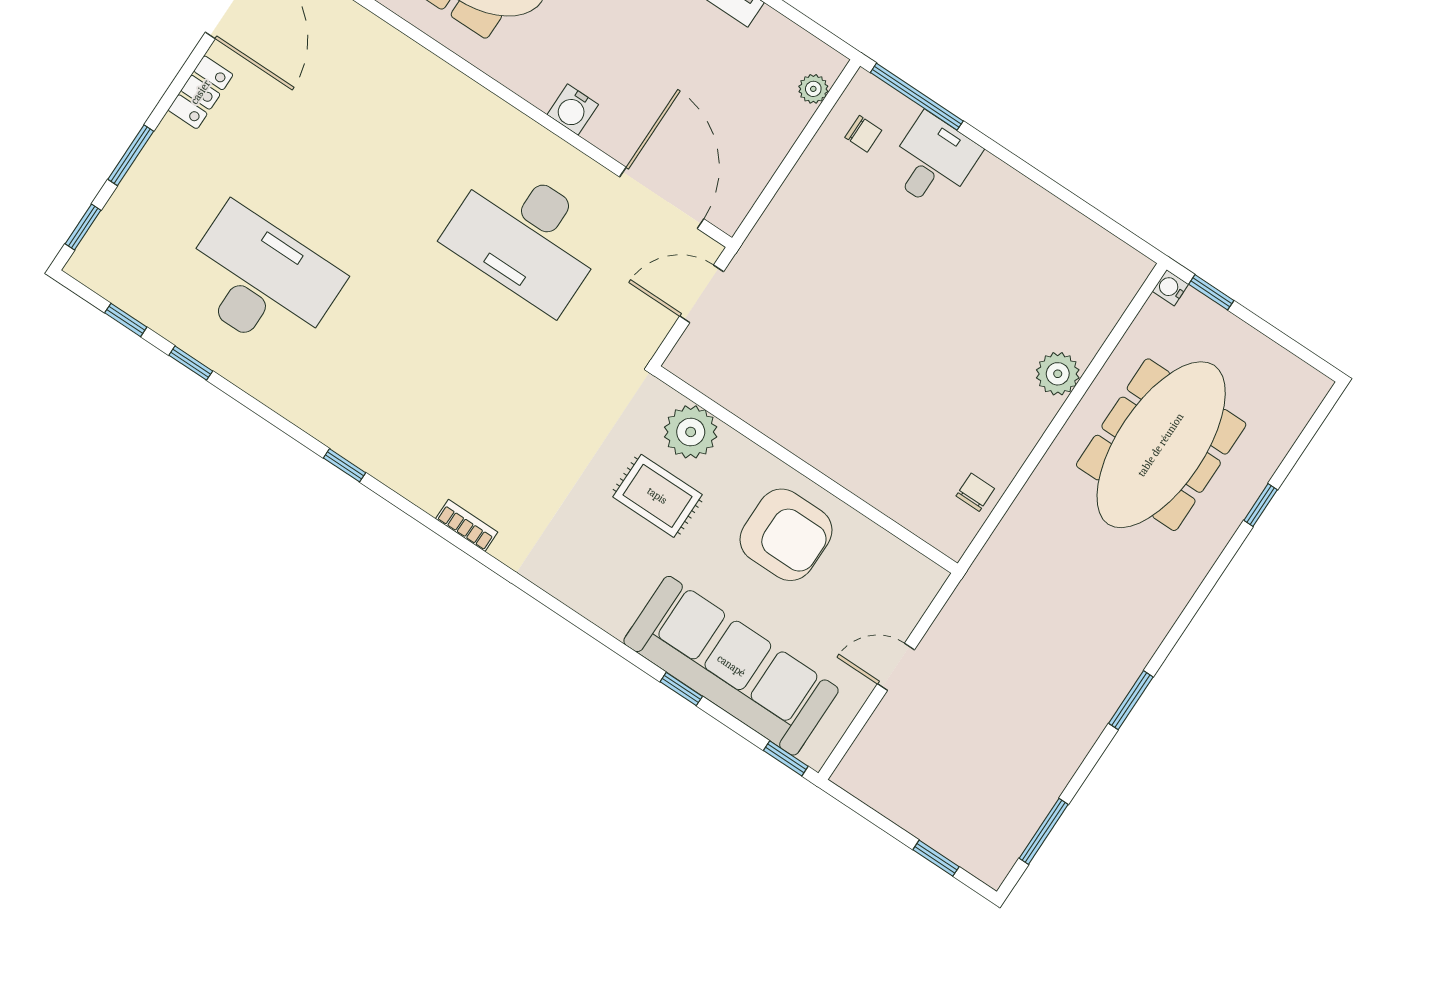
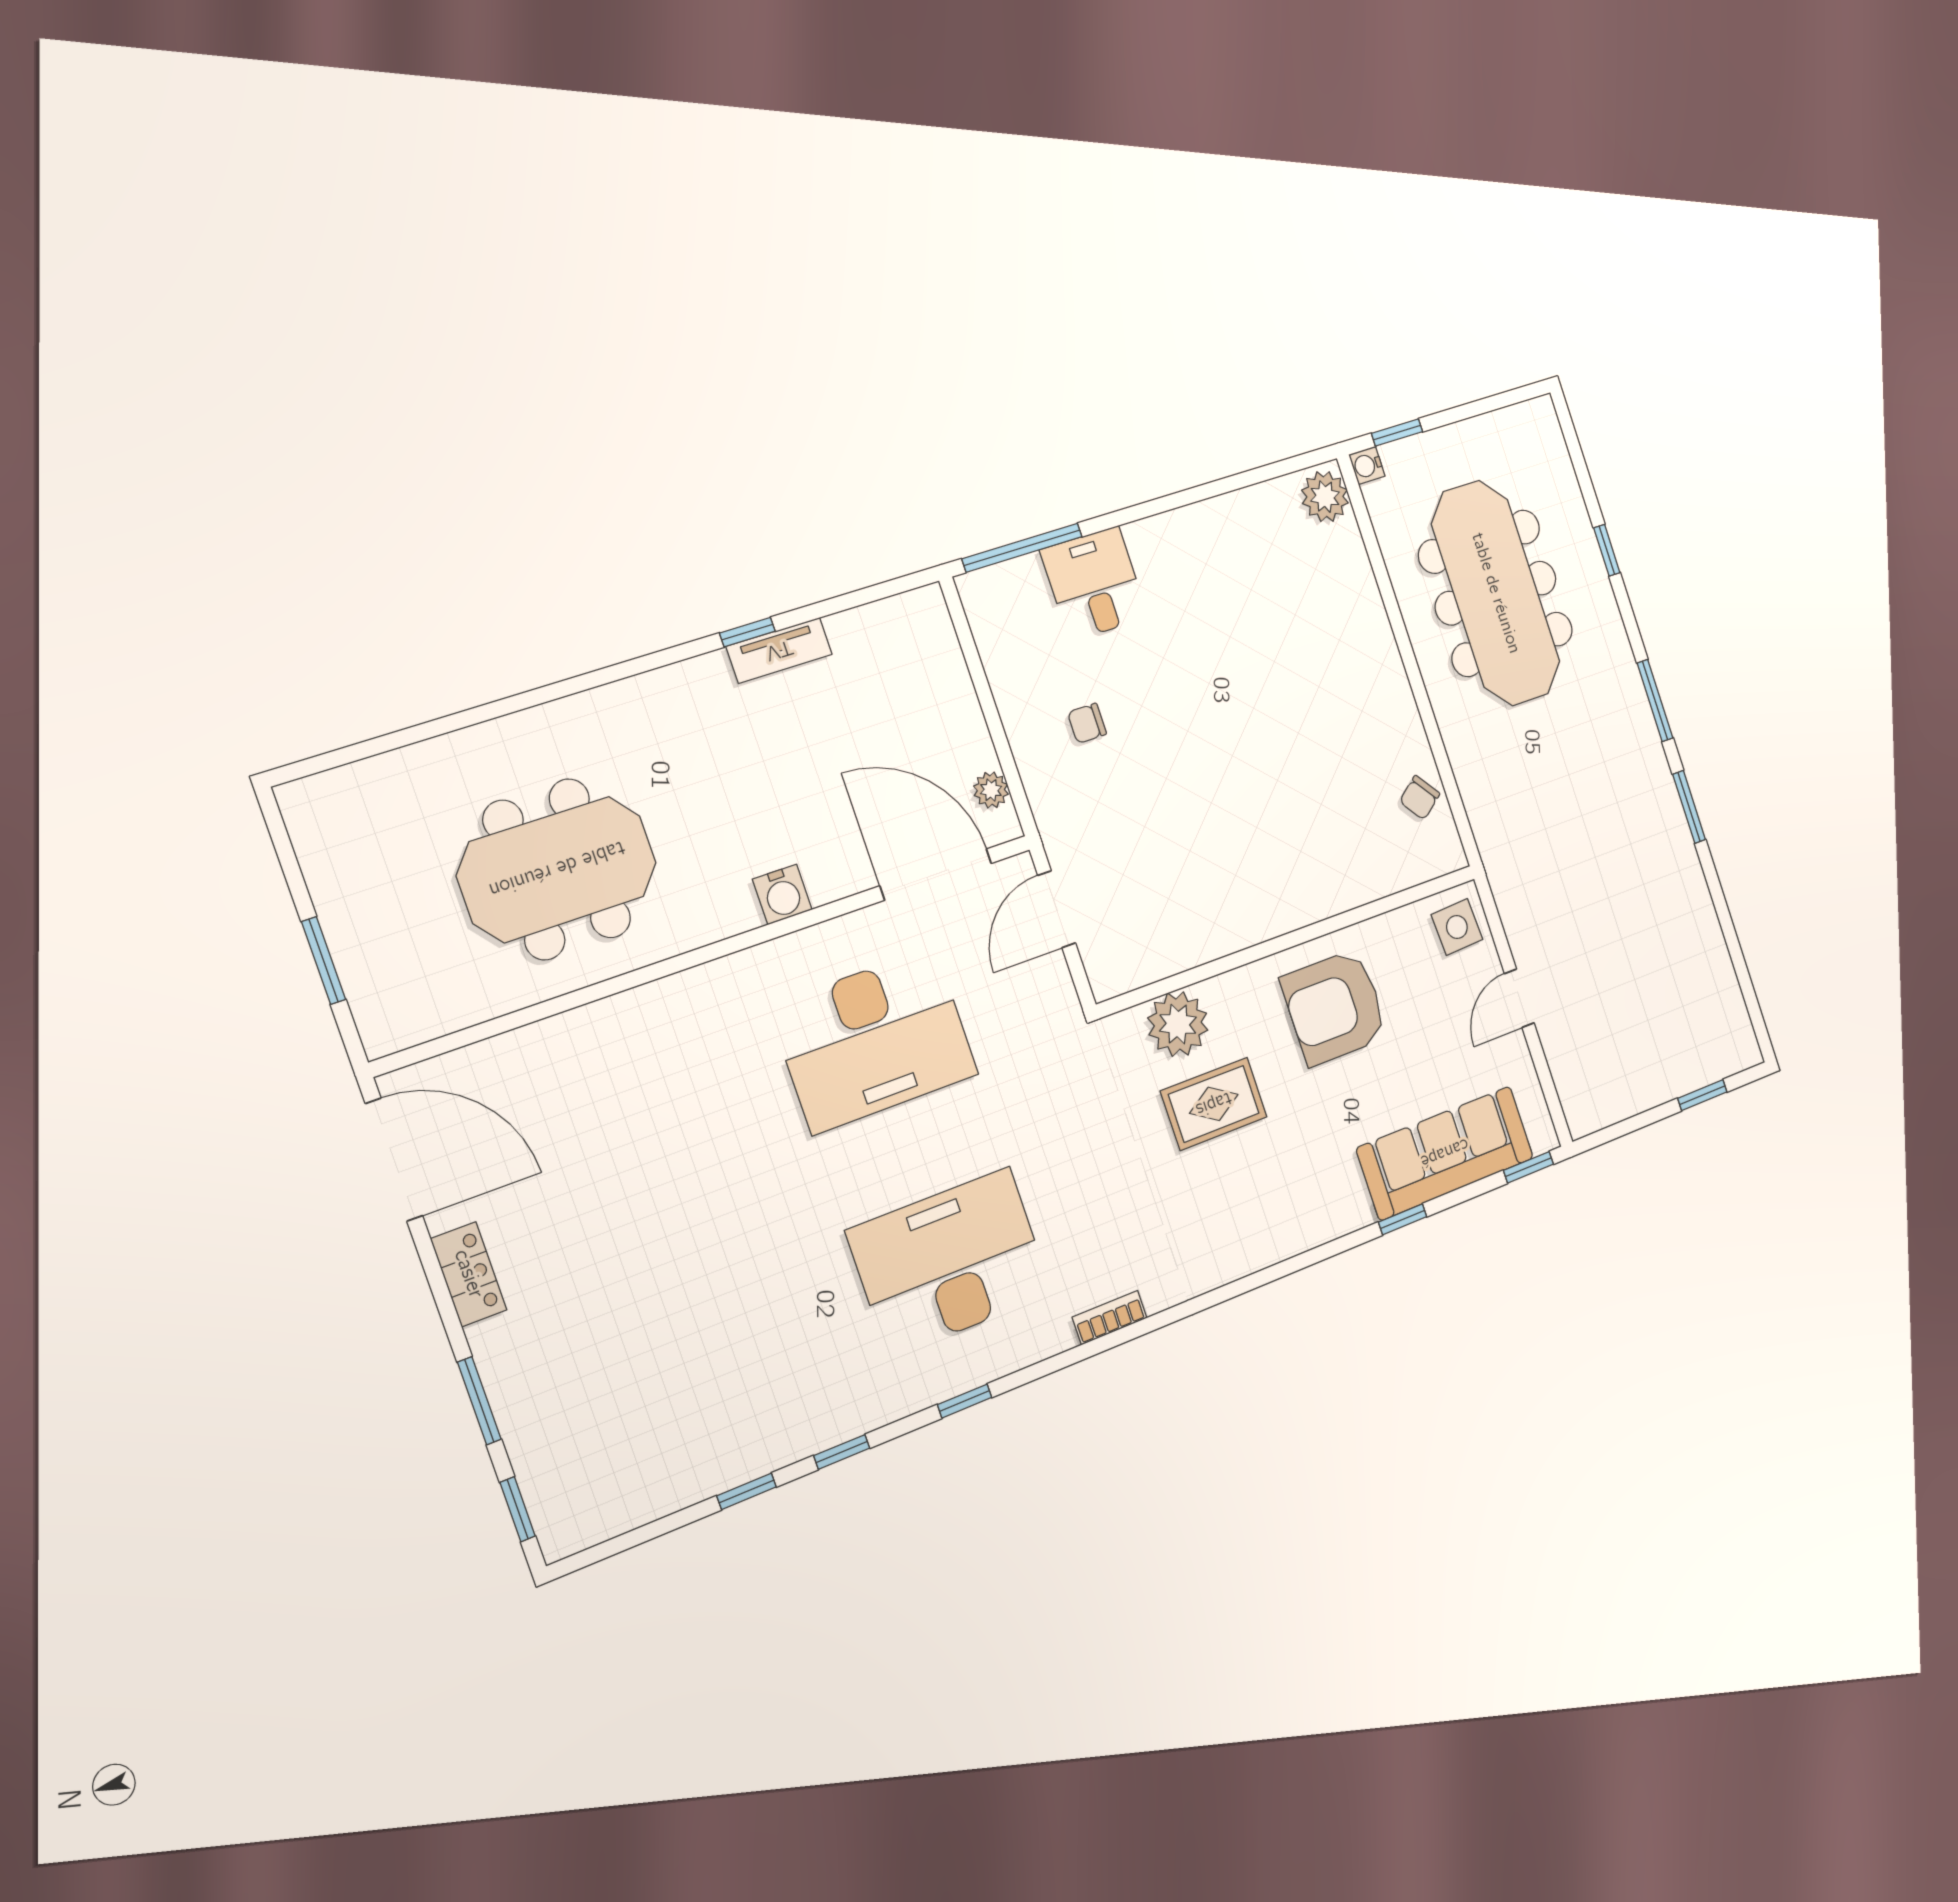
plant: (813, 89) -> (991, 790), moved
chair: (863, 134) -> (1087, 723), moved, turned 180
desk: (260, 281) -> (950, 1262), moved
window: (126, 320) -> (842, 1452), moved
plant: (1058, 374) -> (1325, 497), moved
chair: (975, 492) -> (1420, 798), turned -127
armchair: (786, 535) -> (1335, 1007), turned 180
side table: (909, 584) -> (1457, 927), added
sofa: (731, 666) -> (1445, 1153), width x0.74, depth x0.79
window: (1044, 831) -> (1655, 701), moved

